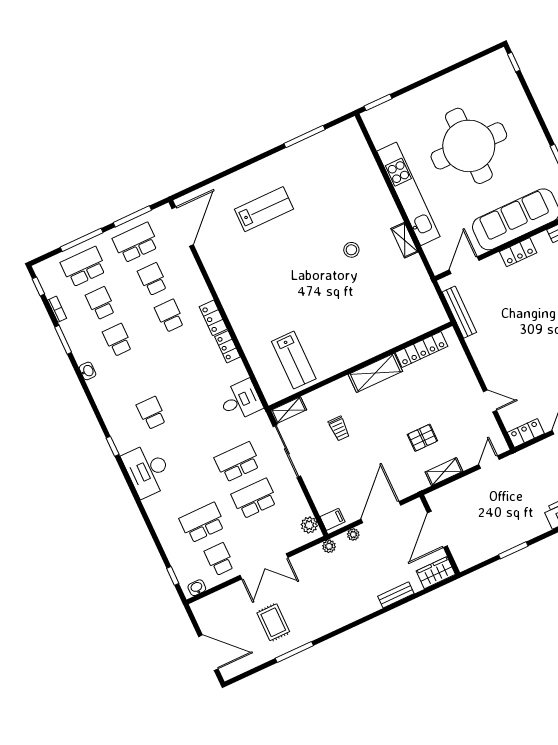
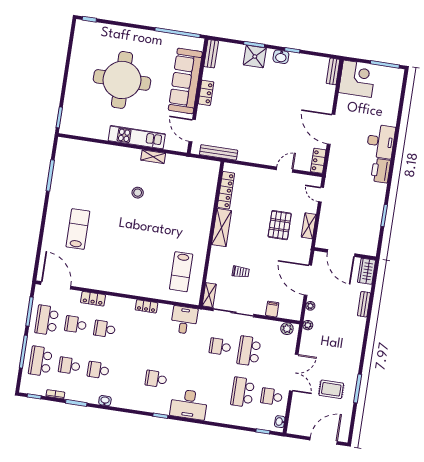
kitchen unit: (408, 194) -> (137, 137), width x0.73
locker: (213, 318) -> (93, 299), moved
lab bench: (294, 360) -> (181, 272), turned 90
pallet: (422, 438) -> (280, 225), width x1.50, depth x1.42
school desk: (237, 462) -> (220, 347), width x0.54
filing cabinet: (333, 519) -> (272, 309), moved

